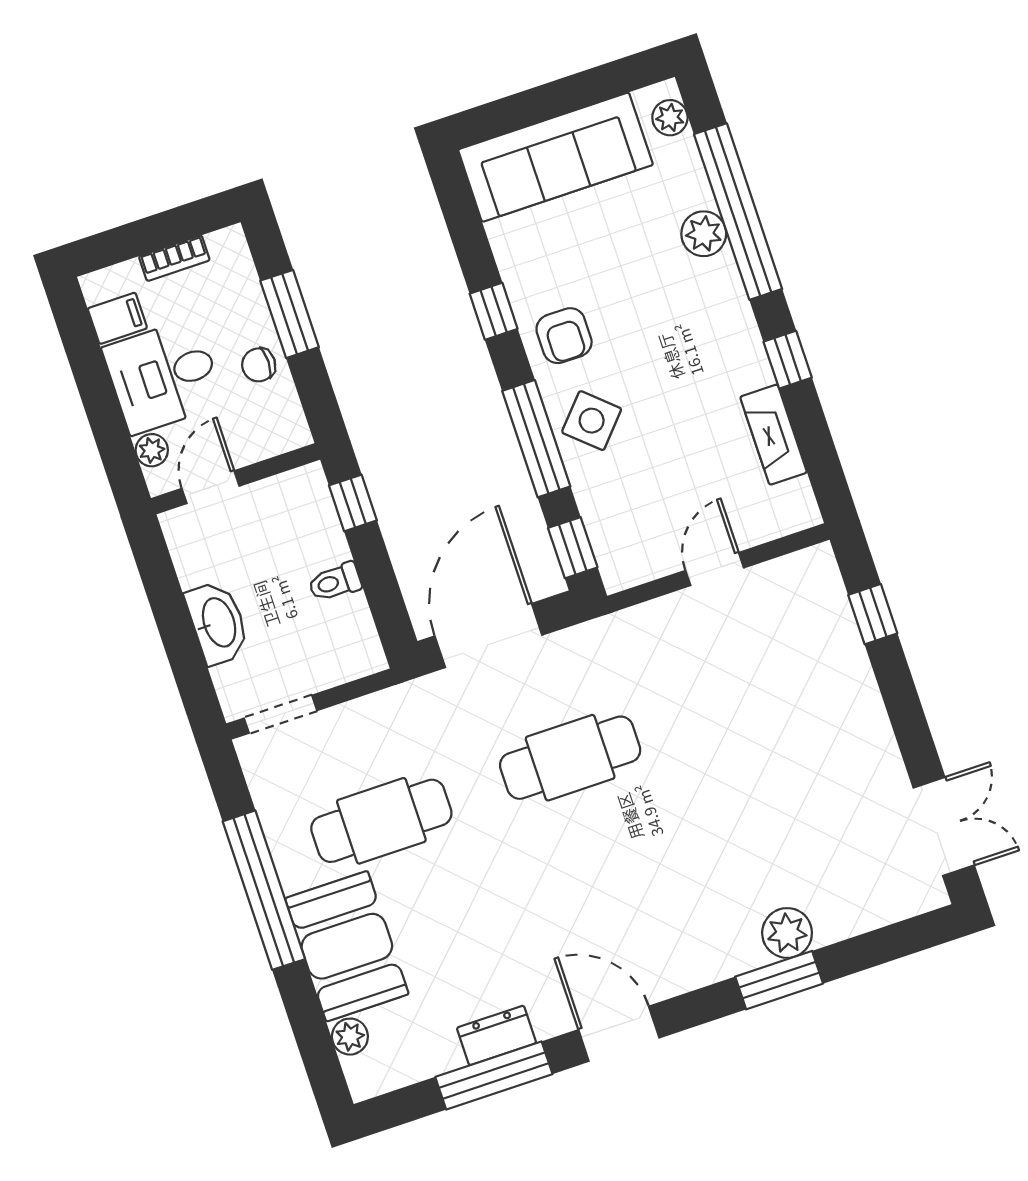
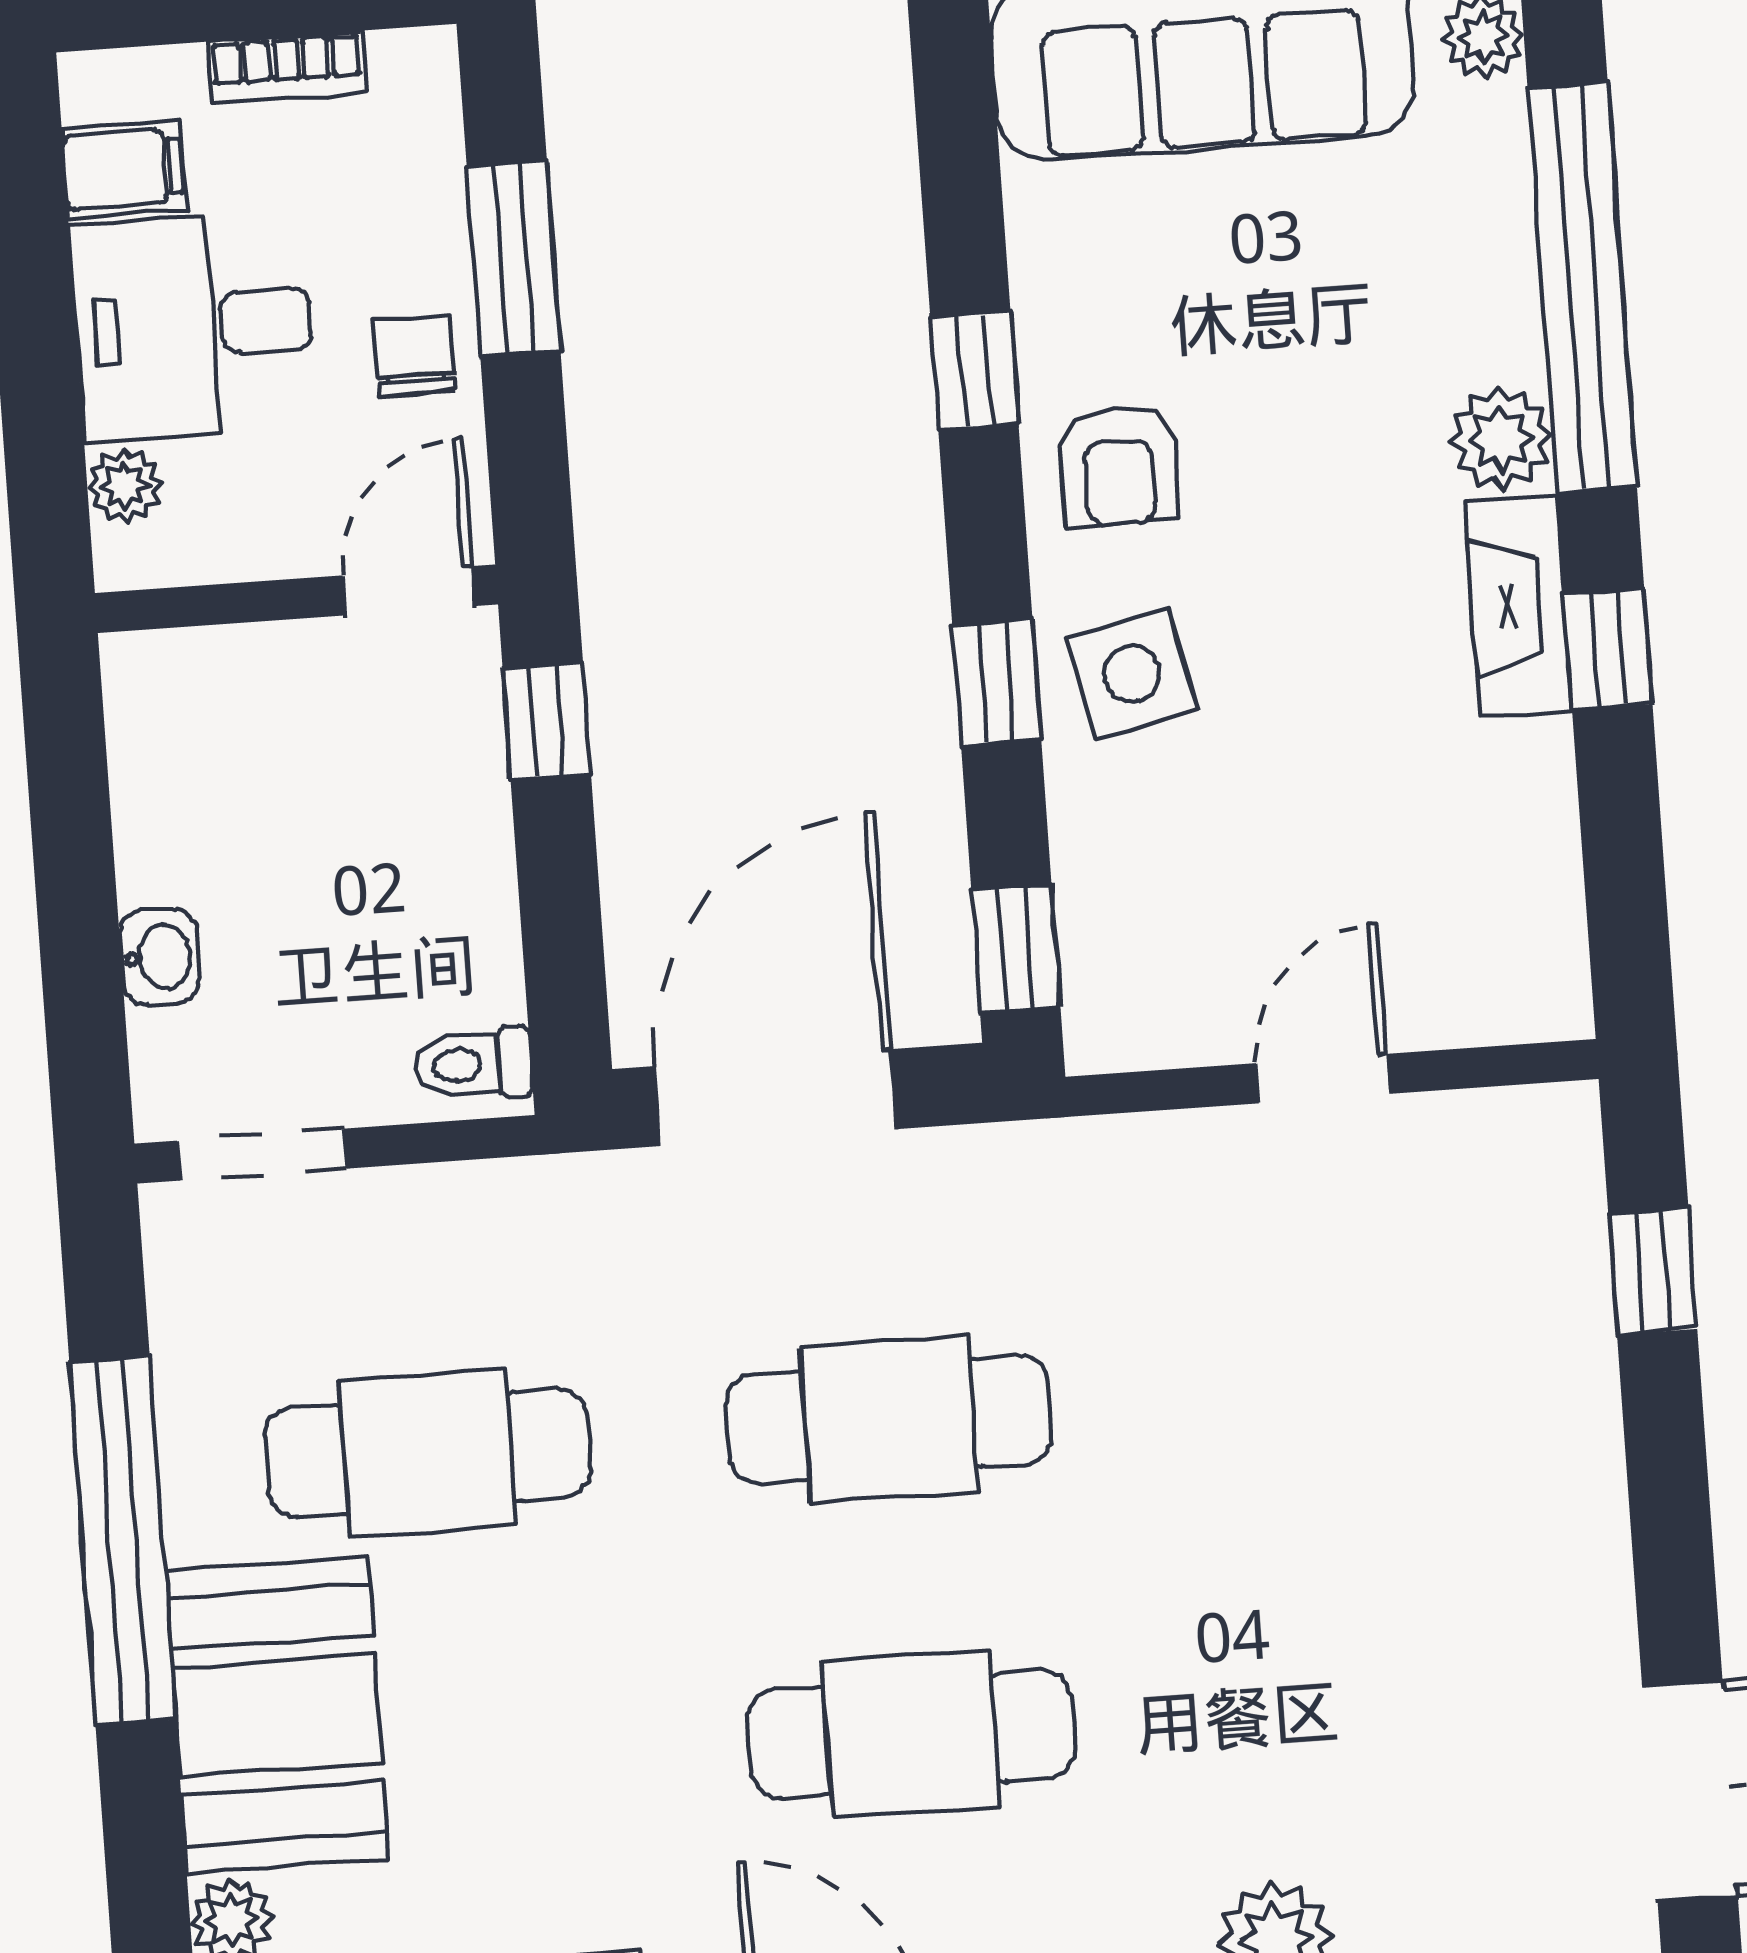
plant: (704, 234) -> (1501, 439), moved
chair: (259, 365) -> (415, 356), turned 90
side table: (592, 421) -> (1132, 674), turned 36
fireplace: (774, 435) -> (1518, 606), moved
window: (536, 439) -> (997, 682), width x0.46
door: (211, 487) -> (408, 591), moved
toilet: (335, 582) -> (473, 1064), moved
washbasin: (218, 623) -> (159, 957), width x0.52, depth x0.69
cafe table: (613, 886) -> (911, 1734), added

